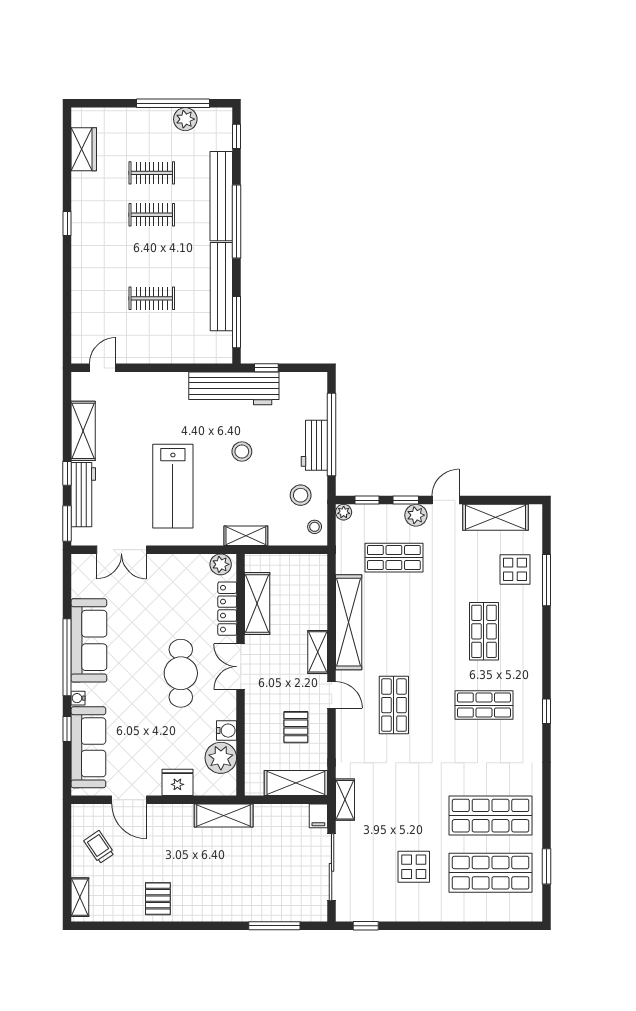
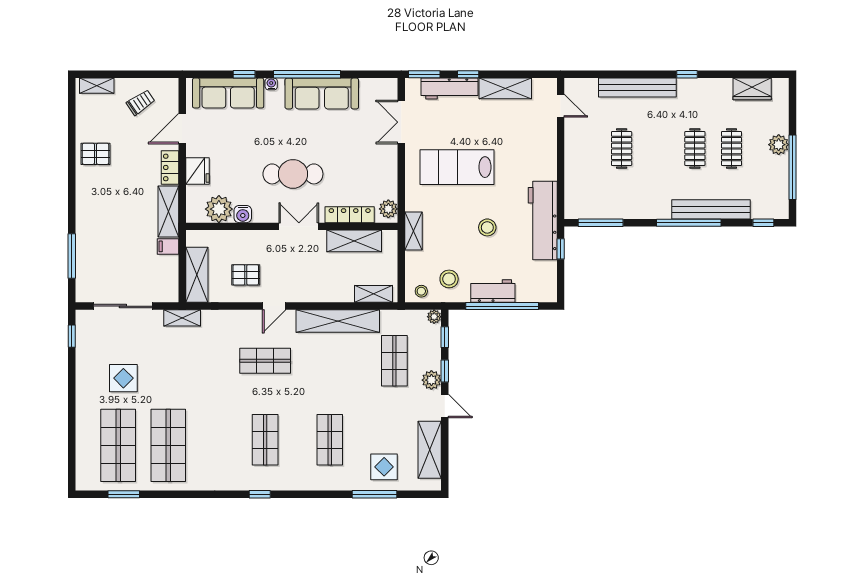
plant: (185, 119) -> (779, 145), moved
bench: (221, 287) -> (637, 88), moved
shop shelf: (484, 631) -> (330, 440), turned 90
shelving: (318, 652) -> (373, 294), moved
locker: (173, 814) -> (170, 167), added
filing cabinet: (318, 816) -> (168, 246), moved

